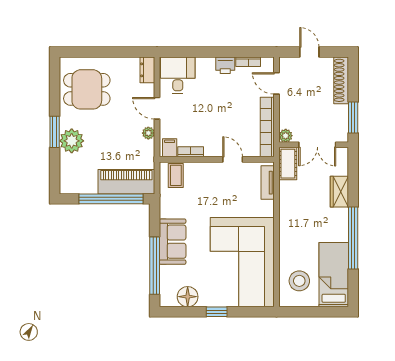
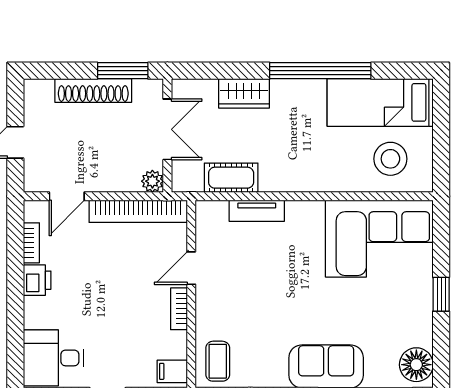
shoe rack: (341, 80) -> (93, 90), moved
bookcase: (191, 152) -> (179, 309), moved
cot: (288, 164) -> (231, 178), moved
coffee table: (176, 175) -> (218, 361), turned 90
tv unit: (268, 183) -> (257, 211), moved
corner sofa: (242, 262) -> (379, 239), width x0.73, depth x0.74
floor lamp: (188, 297) -> (416, 365), moved

